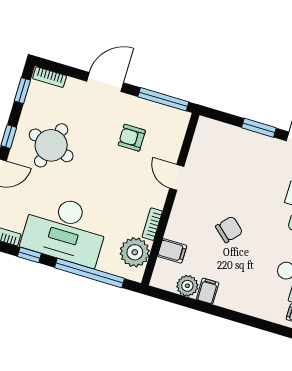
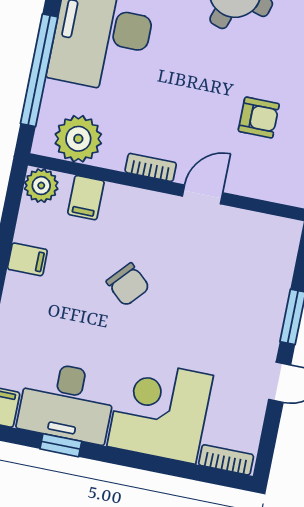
armchair: (132, 138) -> (259, 118), turned 90
bookcase: (152, 224) -> (151, 167), moved
plant: (187, 286) -> (41, 186), moved

